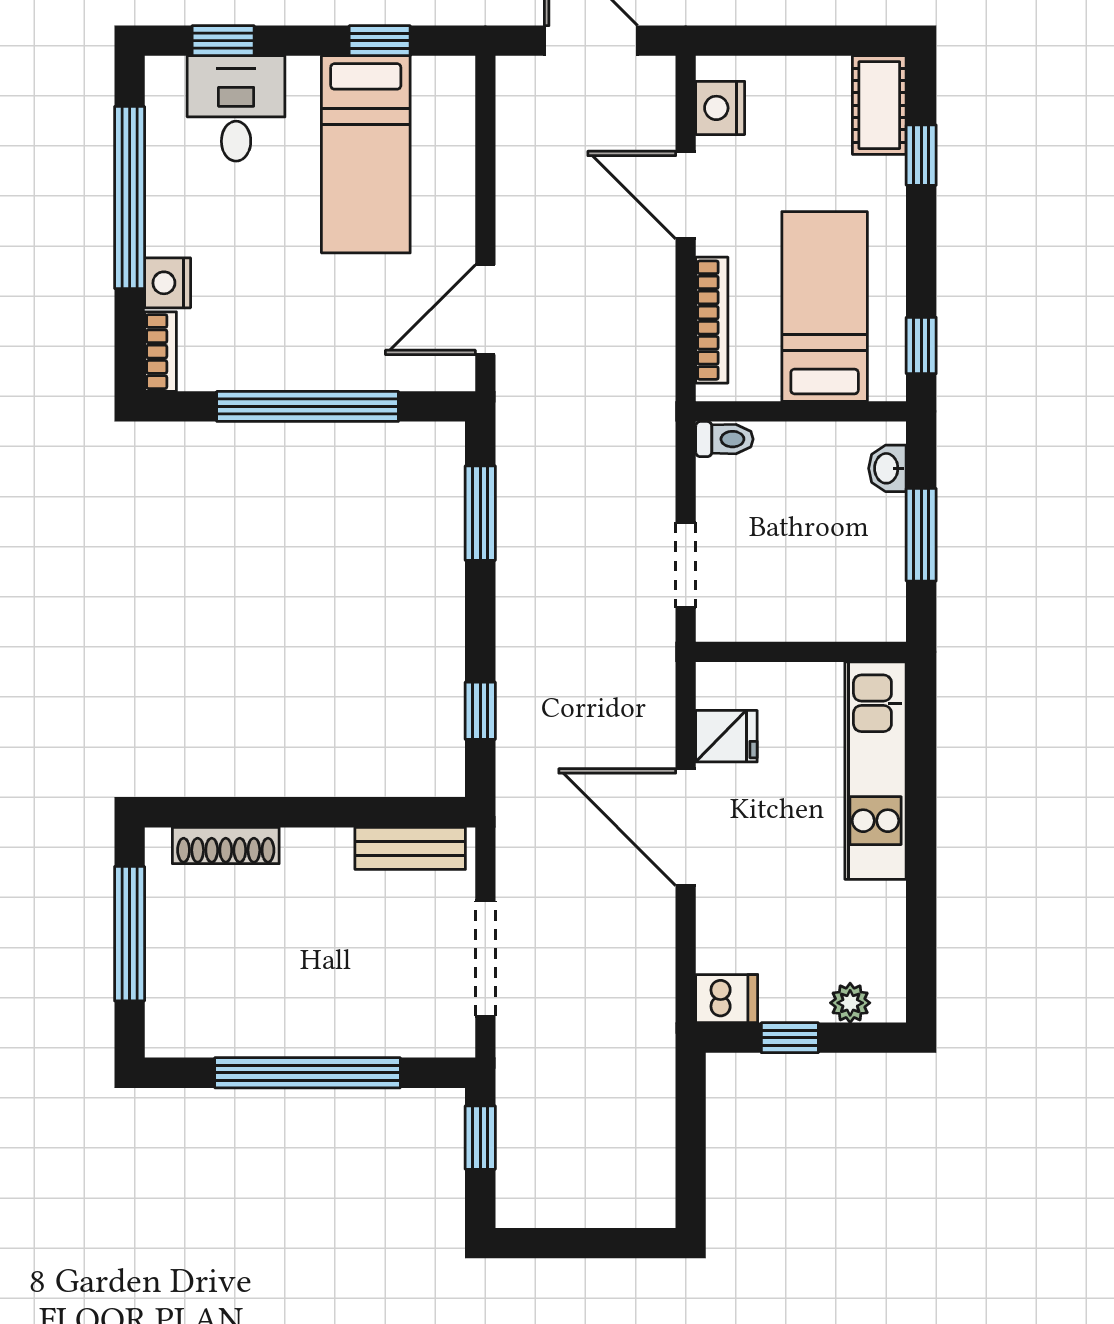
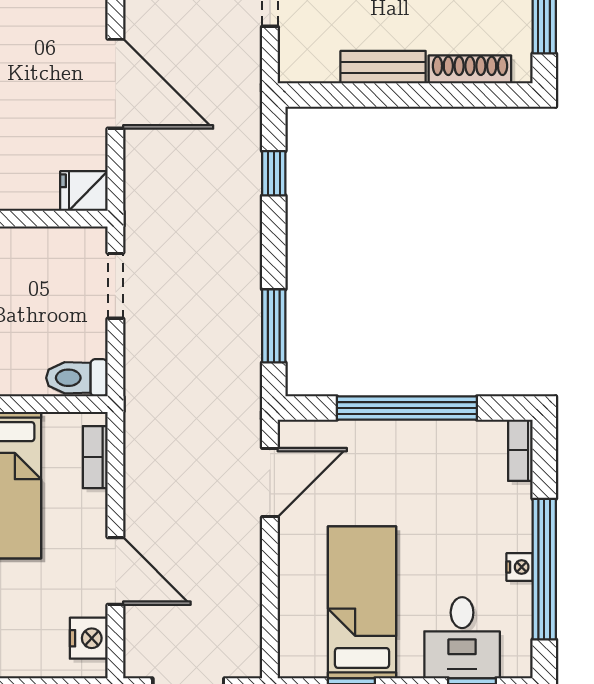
nightstand: (168, 283) -> (519, 567), moved, width x0.72, depth x0.74
bookcase: (712, 320) -> (95, 457), width x0.64
toilet: (724, 439) -> (77, 378), width x1.37, depth x1.39
fridge: (726, 736) -> (84, 191), moved
bench: (410, 848) -> (383, 67), moved

